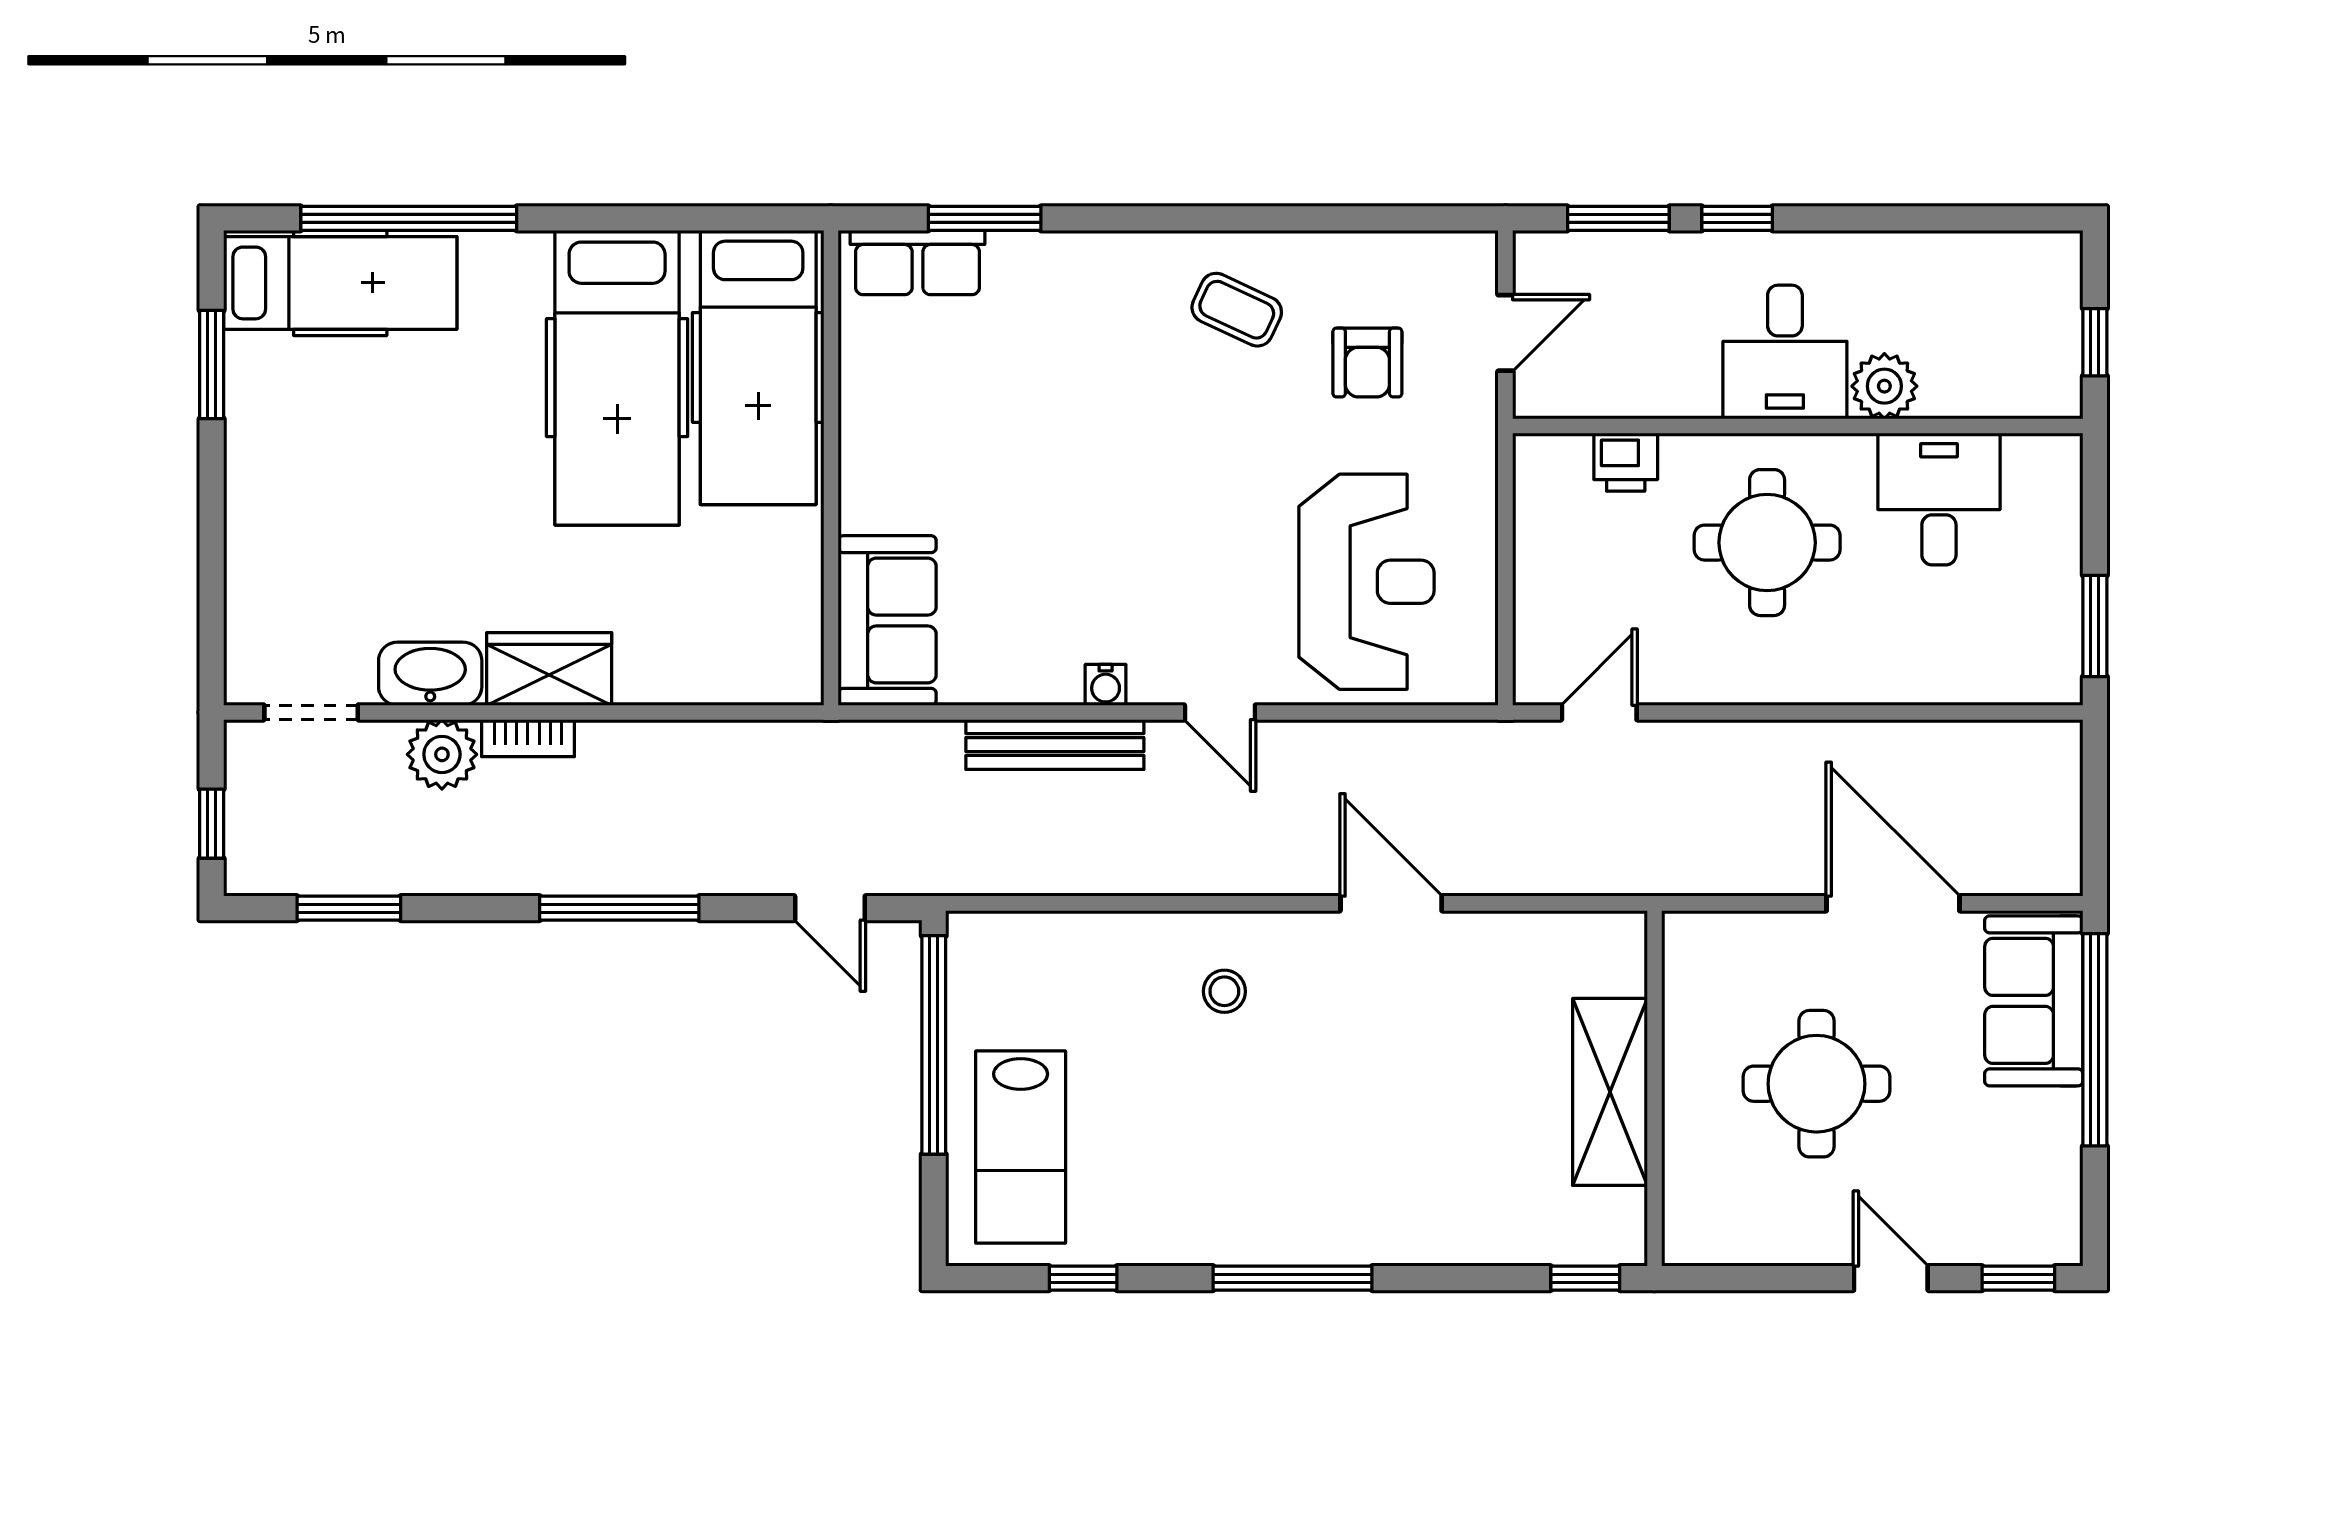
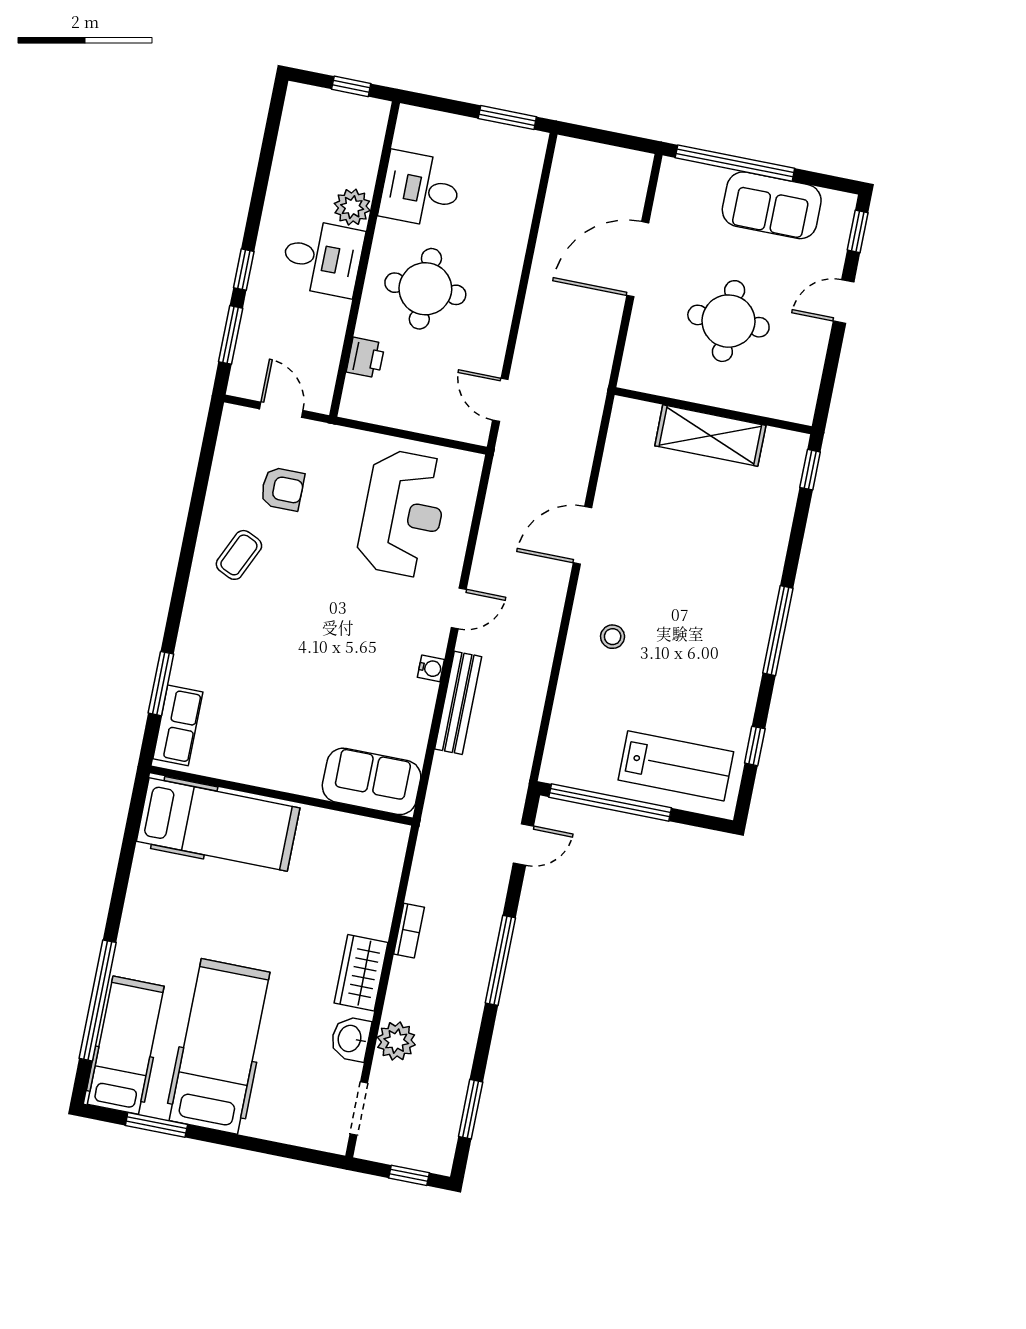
hospital bed: (617, 378) -> (219, 1046), moved, turned -90
reception desk: (1366, 582) -> (403, 513), turned 90
washbasin: (430, 674) -> (351, 1039), width x0.72
bookcase: (528, 738) -> (409, 931), moved
sofa: (2034, 1001) -> (772, 205), moved

